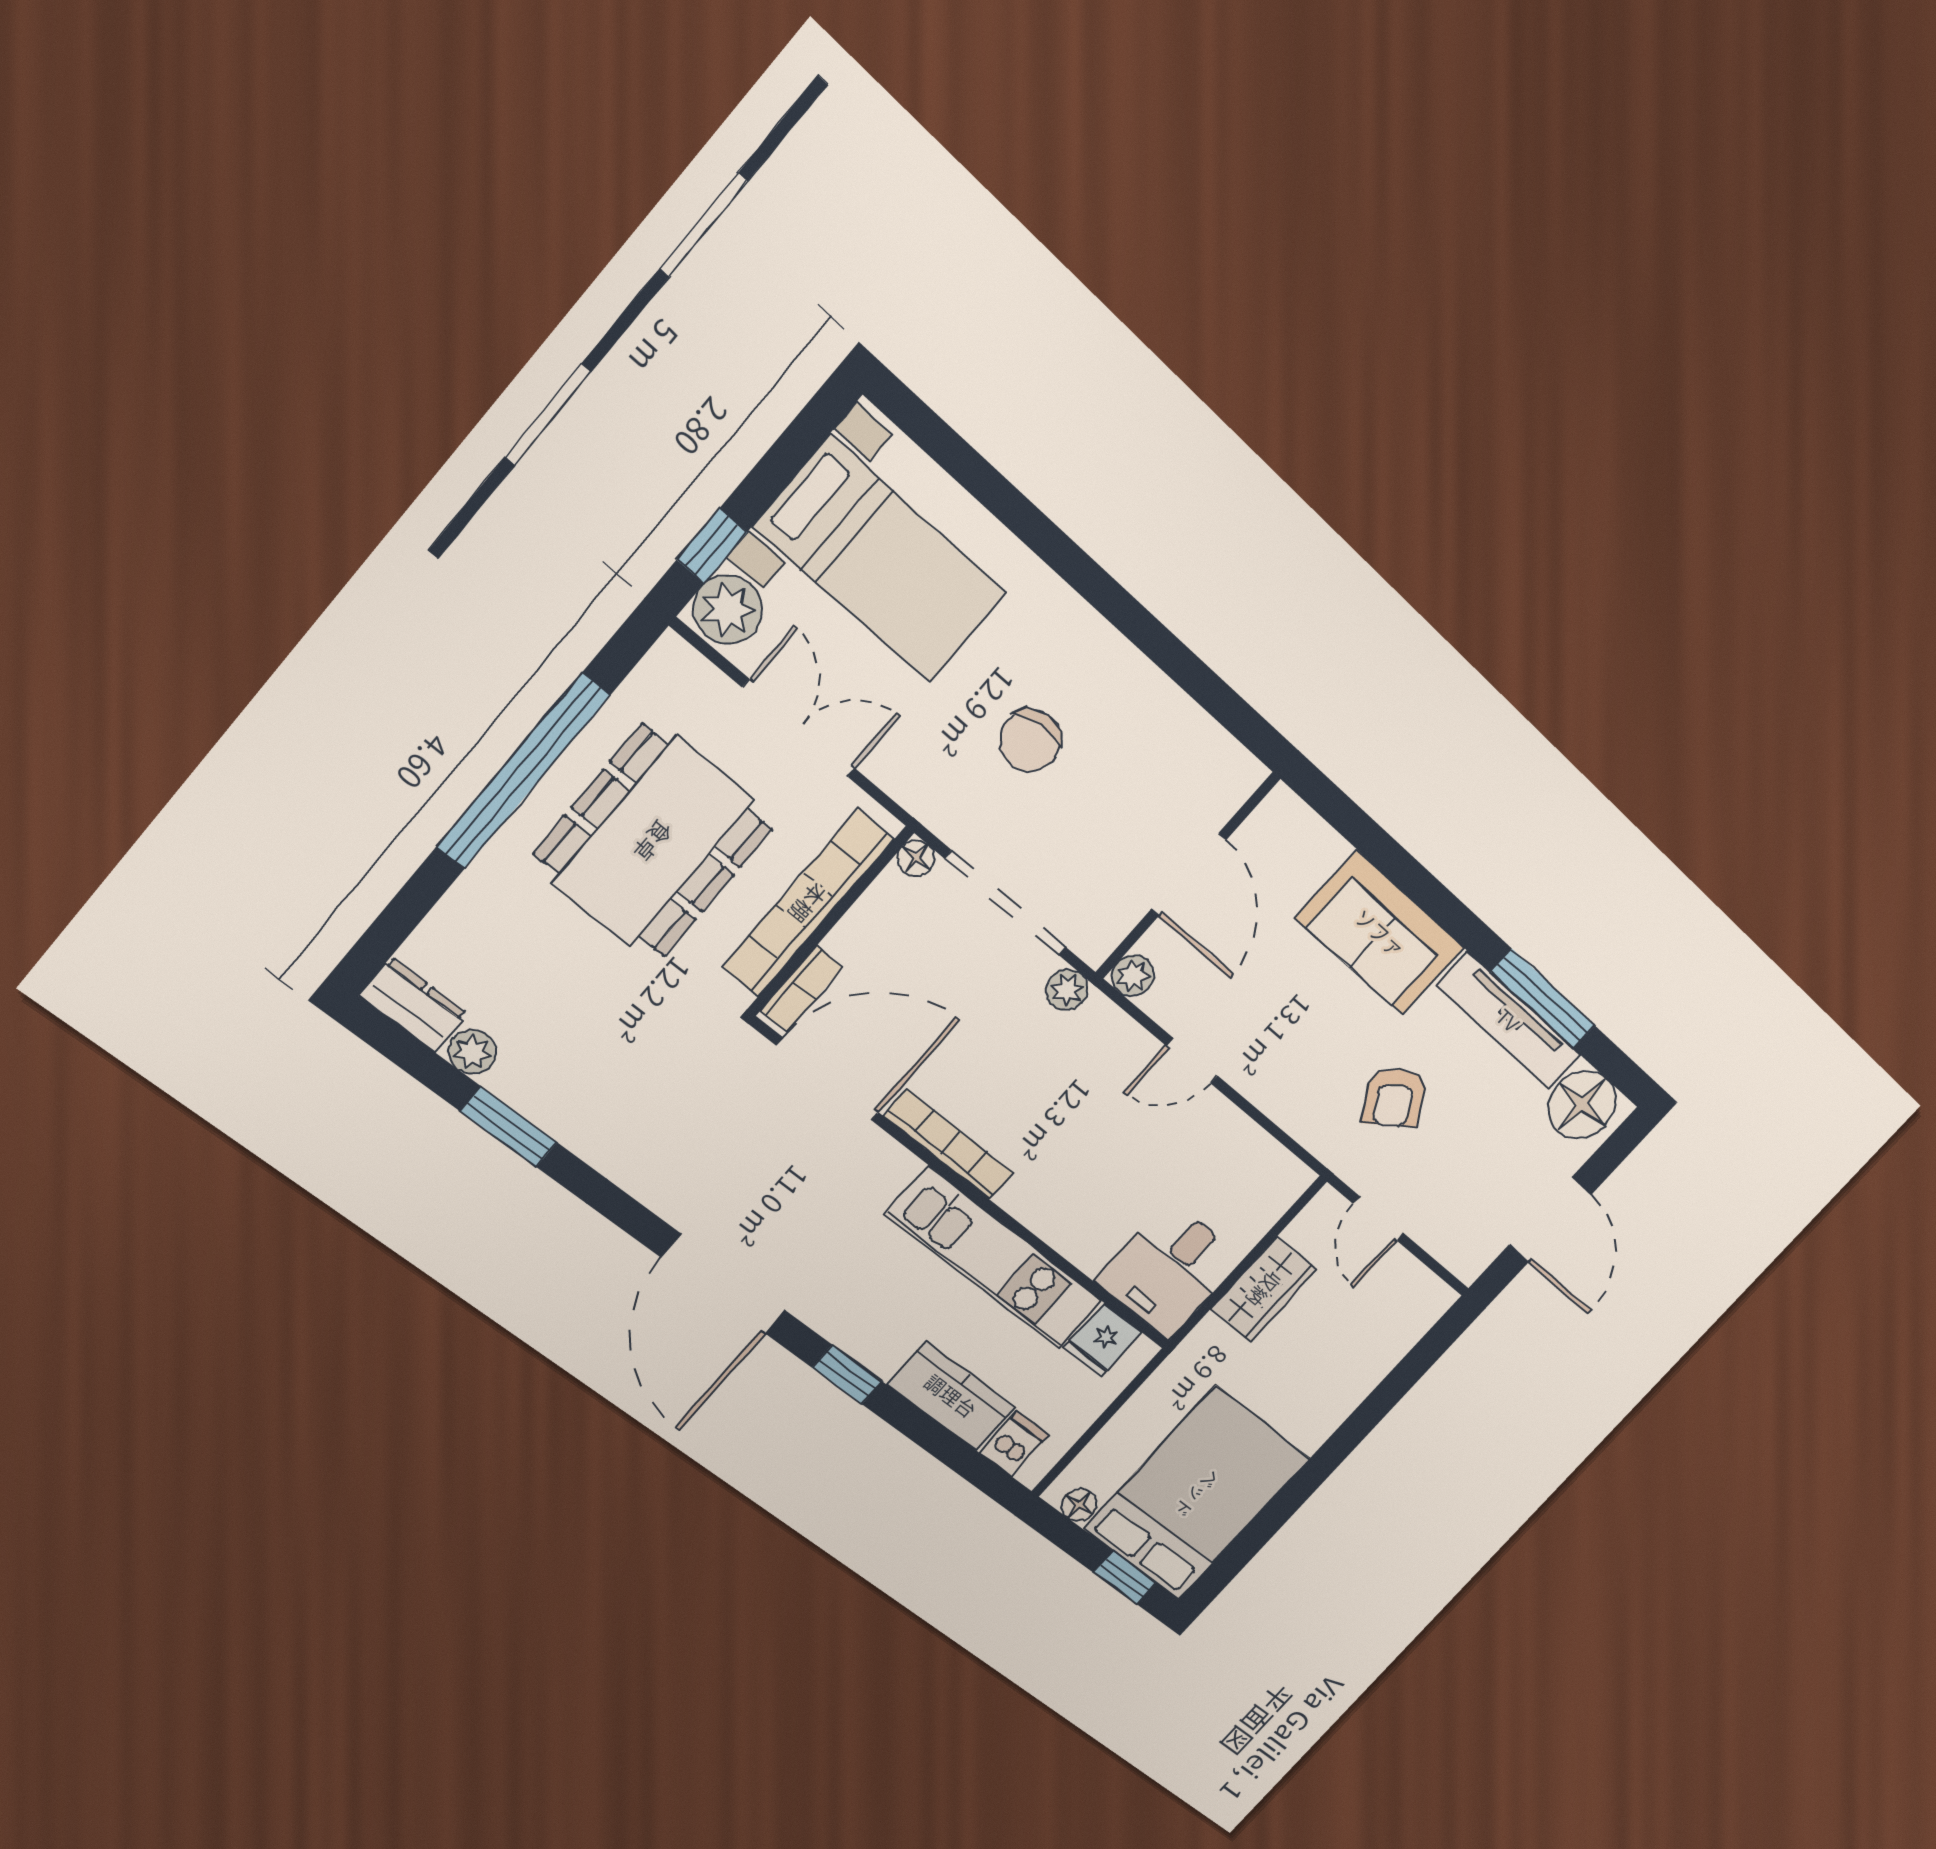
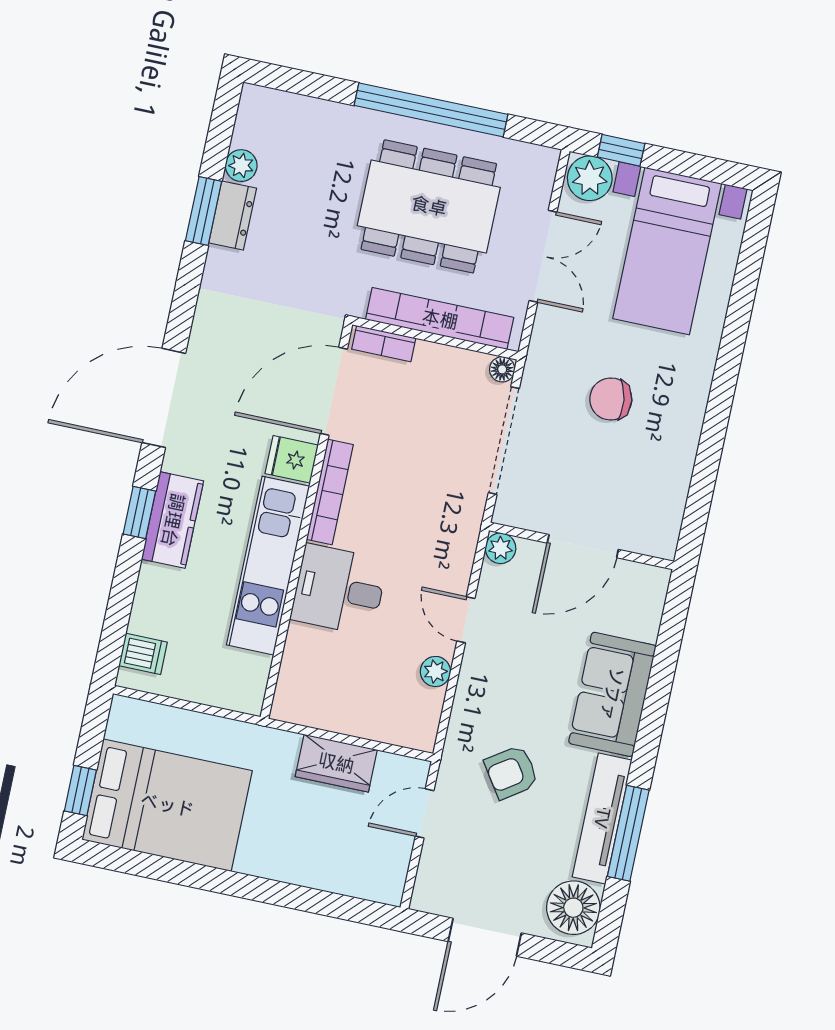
plant: (1067, 990) -> (435, 671), moved
dresser: (413, 1005) -> (233, 215), moved
door: (828, 1079) -> (334, 391), swing flipped
desk: (1169, 1270) -> (339, 590), moved
fridge: (1103, 1340) -> (292, 459), moved
kitchen counter: (951, 1396) -> (173, 520), moved
floor lamp: (1079, 1505) -> (120, 726), removed

